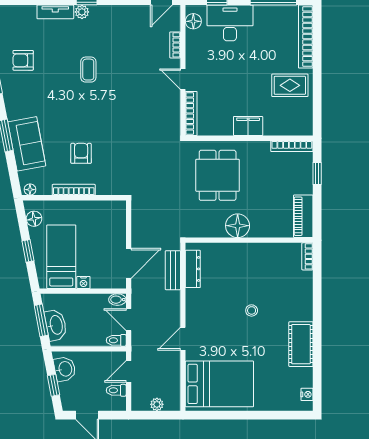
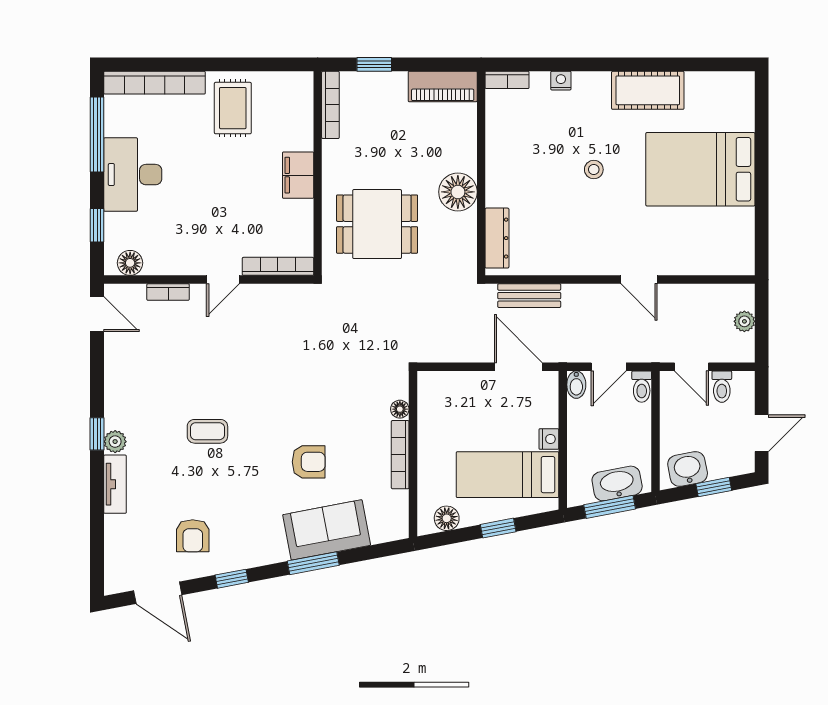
desk: (230, 23) -> (133, 175), moved
armchair: (81, 153) -> (309, 462), moved, turned 180
floor lamp: (30, 190) -> (400, 409), moved
dresser: (193, 269) -> (497, 238), moved, turned 90
bed: (219, 384) -> (700, 169), moved, turned -90
nightstand: (307, 394) -> (561, 81), moved

